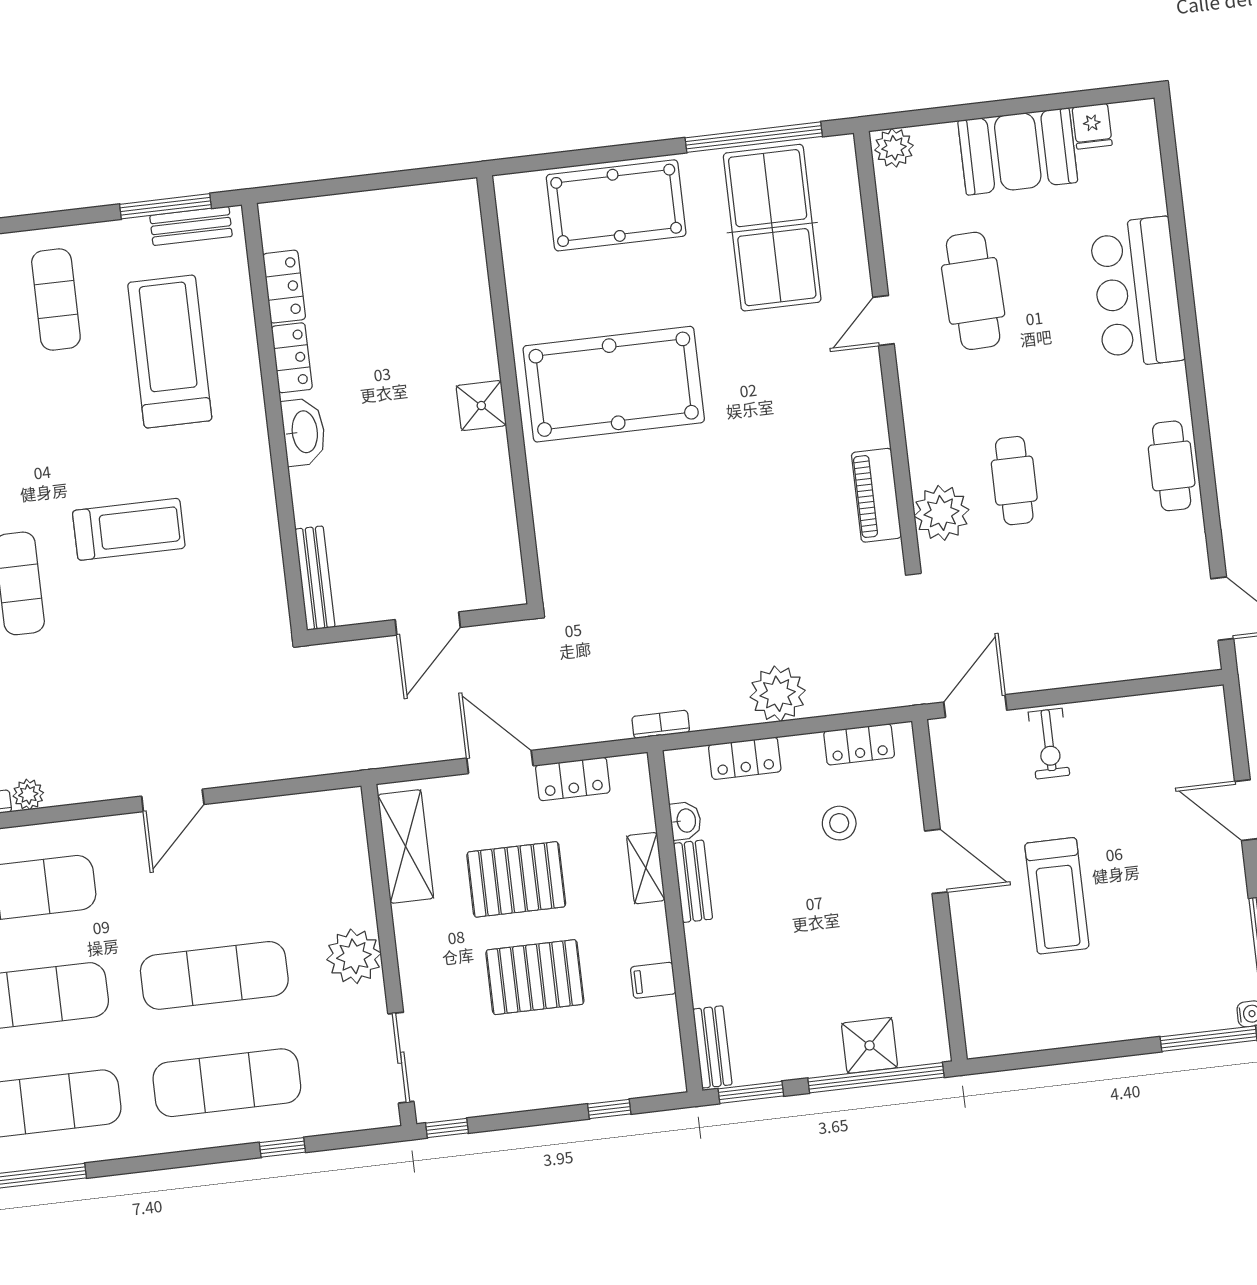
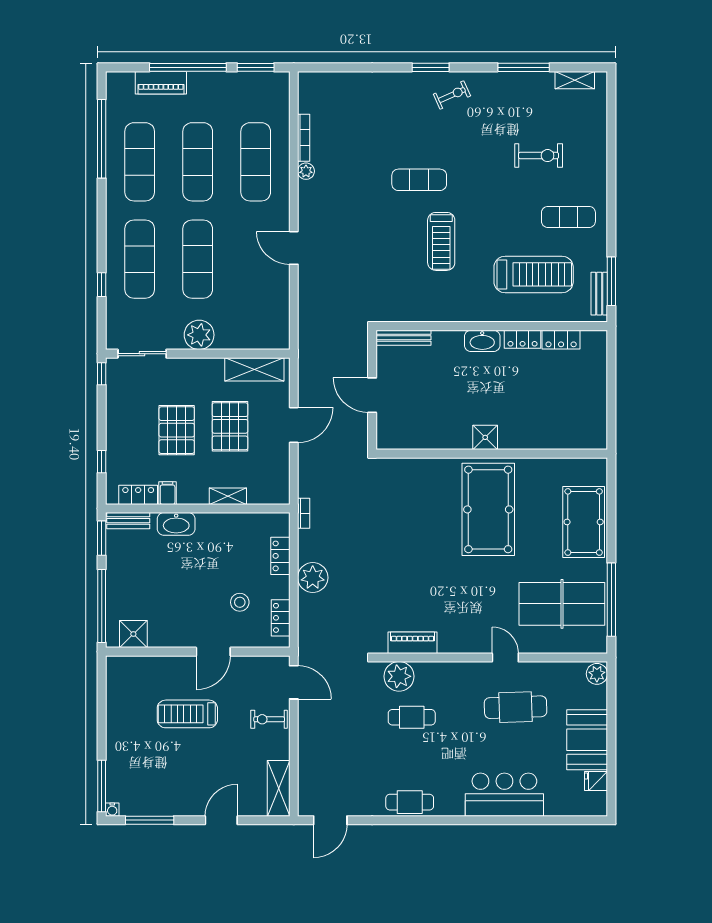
shelving: (1175, 711) -> (279, 788), added
locker: (573, 779) -> (138, 495), moved, turned 90
washbasin: (685, 821) -> (176, 524), moved, width x1.91, depth x1.45
bench: (693, 881) -> (218, 521), removed
shower: (870, 1045) -> (133, 634), moved

